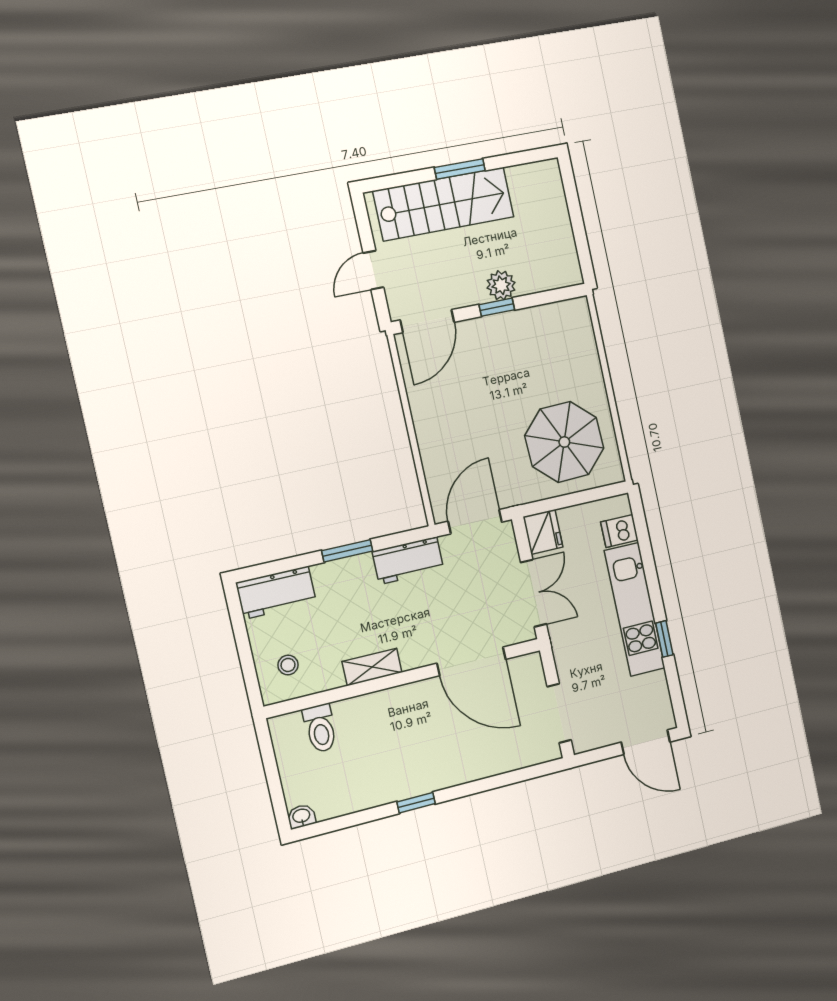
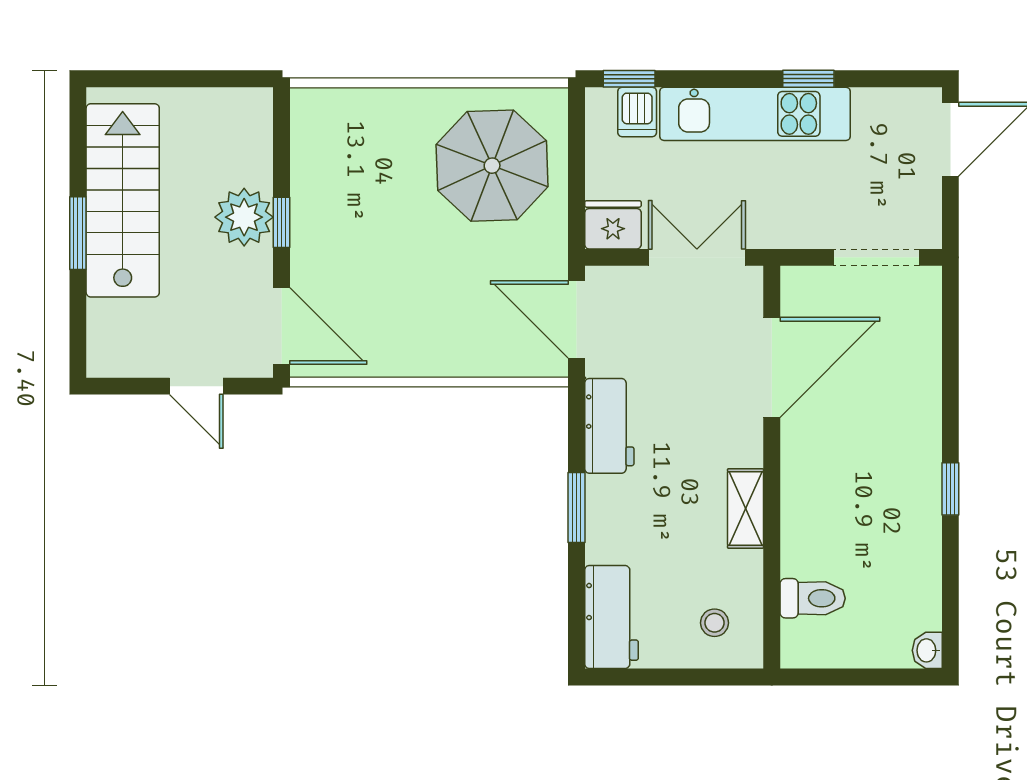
stairs: (444, 204) -> (123, 200), moved
plant: (501, 285) -> (244, 217), width x1.36, depth x1.36
window: (640, 521) -> (629, 79), added

